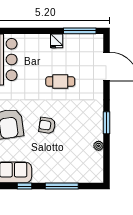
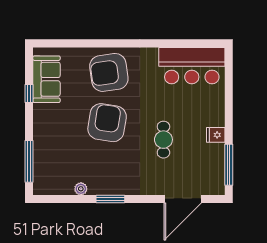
armchair: (47, 125) -> (107, 123), width x1.88, depth x1.88
window: (62, 186) -> (29, 161), moved

